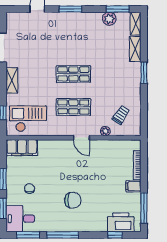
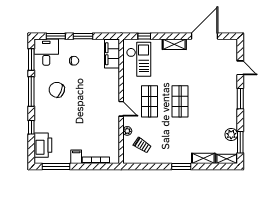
door: (81, 138) -> (121, 109), swing flipped
chair: (73, 200) -> (57, 90), moved, turned 113
window: (115, 235) -> (31, 127), moved

